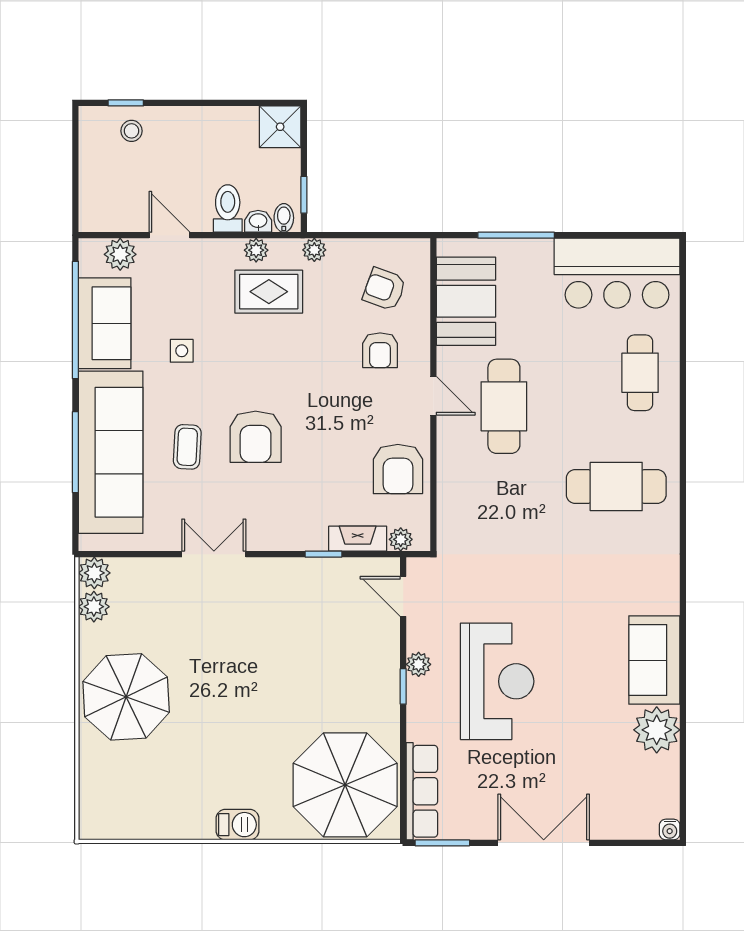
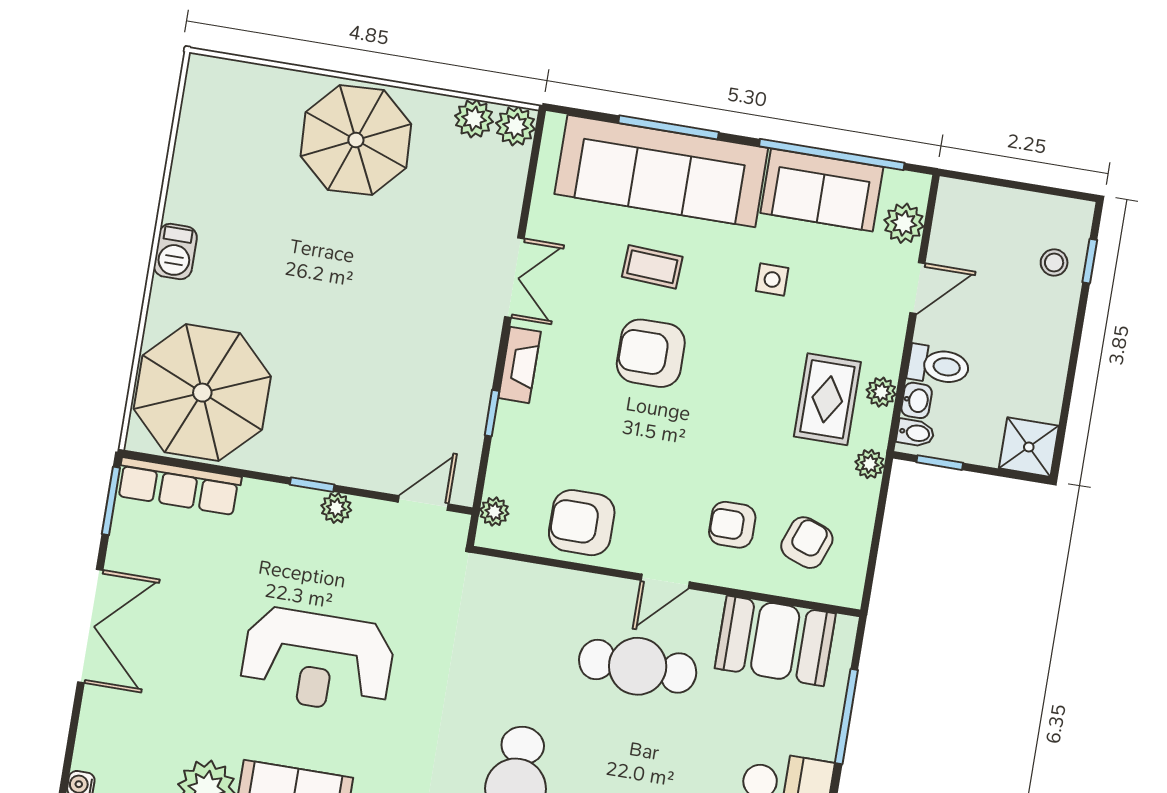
fireplace: (358, 539) -> (520, 365), moved
reception desk: (497, 681) -> (318, 661), moved

